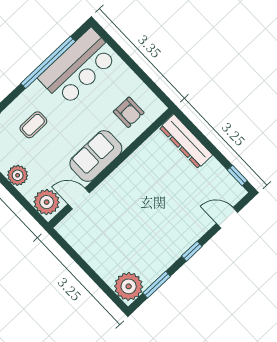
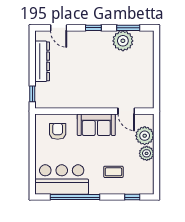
dresser: (186, 141) -> (42, 61), moved
window: (237, 175) -> (32, 94), moved
plant: (47, 202) -> (145, 136), moved
plant: (129, 286) -> (123, 41), moved

